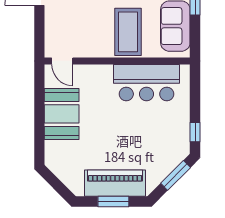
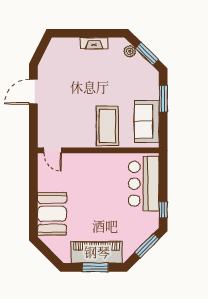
bar counter: (147, 83) -> (144, 184), moved, turned 90
booth: (62, 114) -> (52, 214), moved

